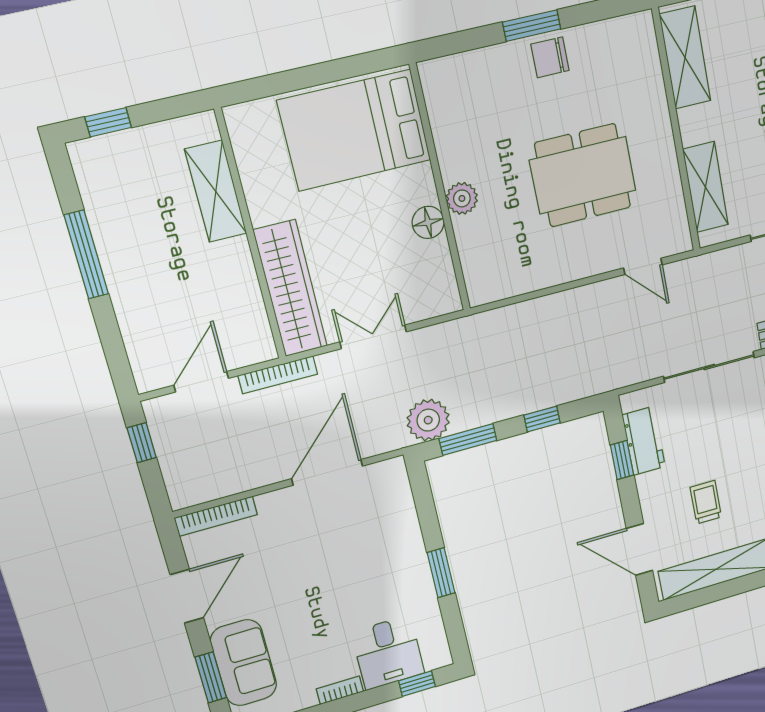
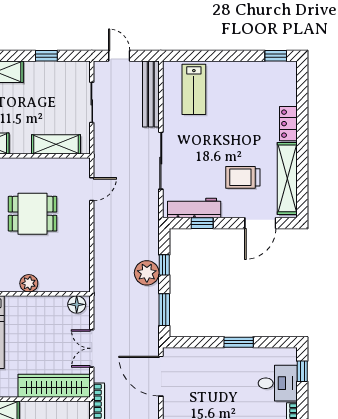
dining table: (583, 175) -> (33, 214), width x0.73
floor lamp: (428, 222) -> (77, 304), moved
plant: (428, 420) -> (147, 273), moved
workbench: (644, 441) -> (194, 208), width x1.38
door: (327, 472) -> (161, 376), moved
trolley: (706, 502) -> (243, 177), width x1.36, depth x1.39

